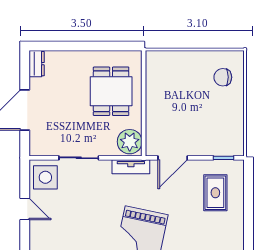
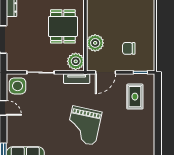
chair: (223, 77) -> (129, 48), moved
plant: (158, 115) -> (95, 43), added

